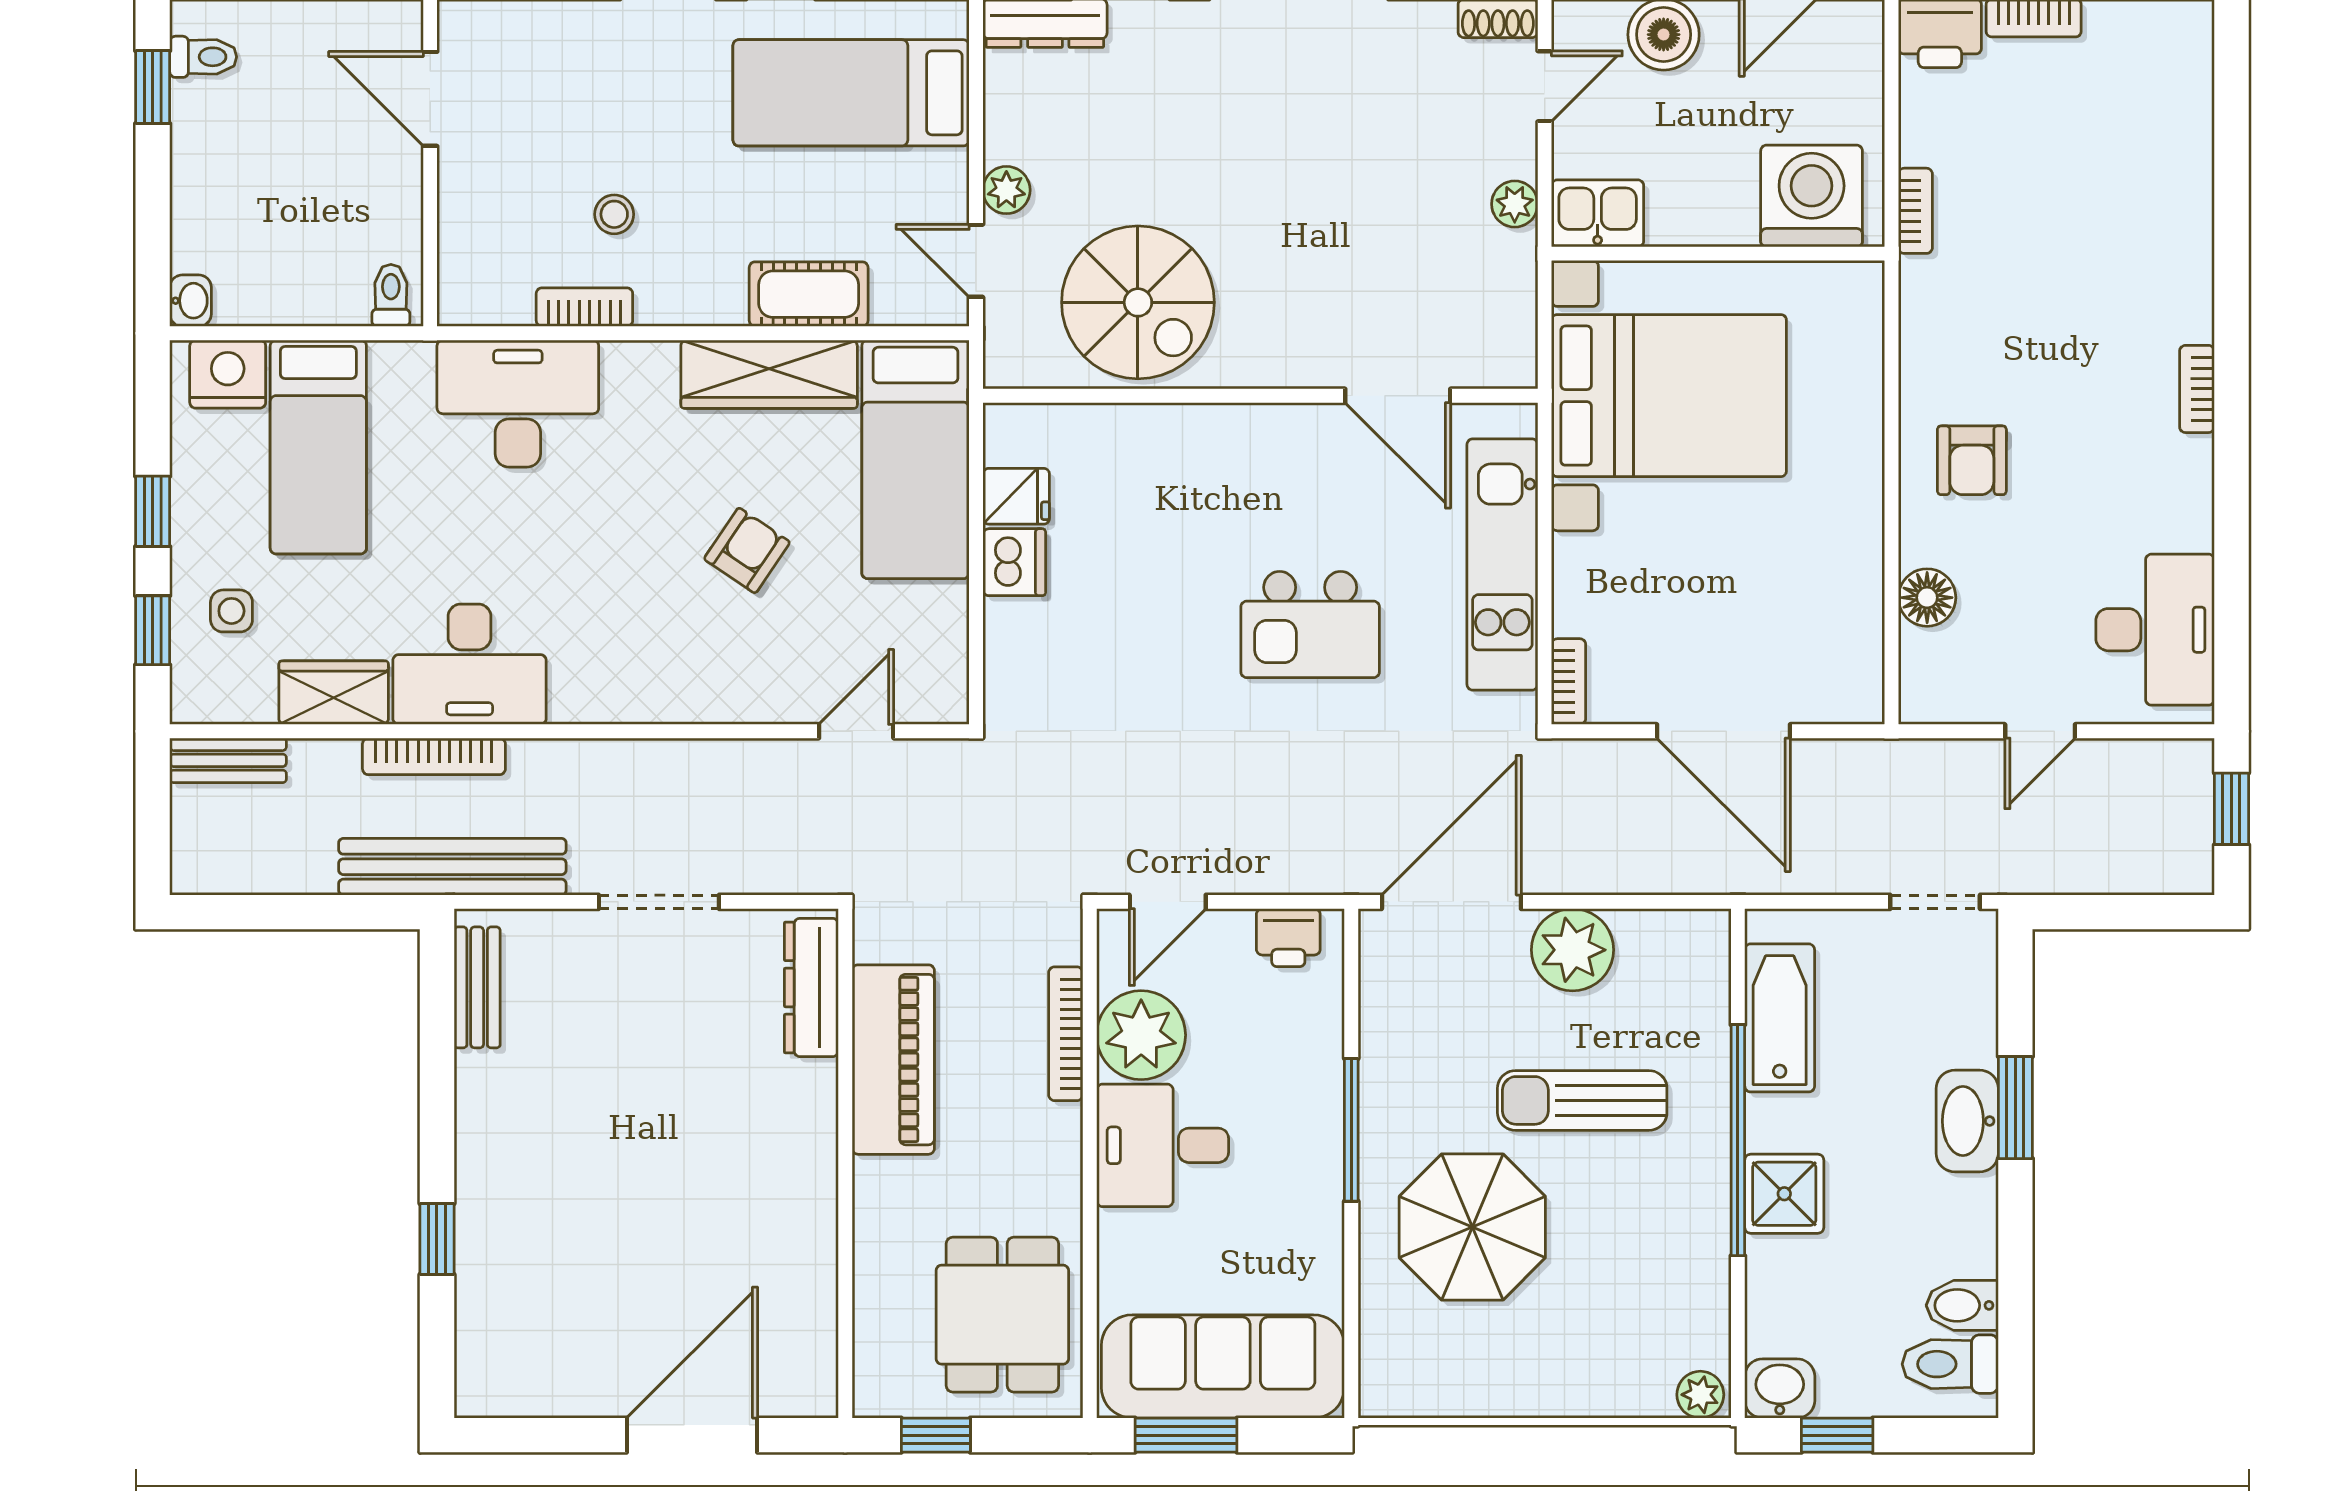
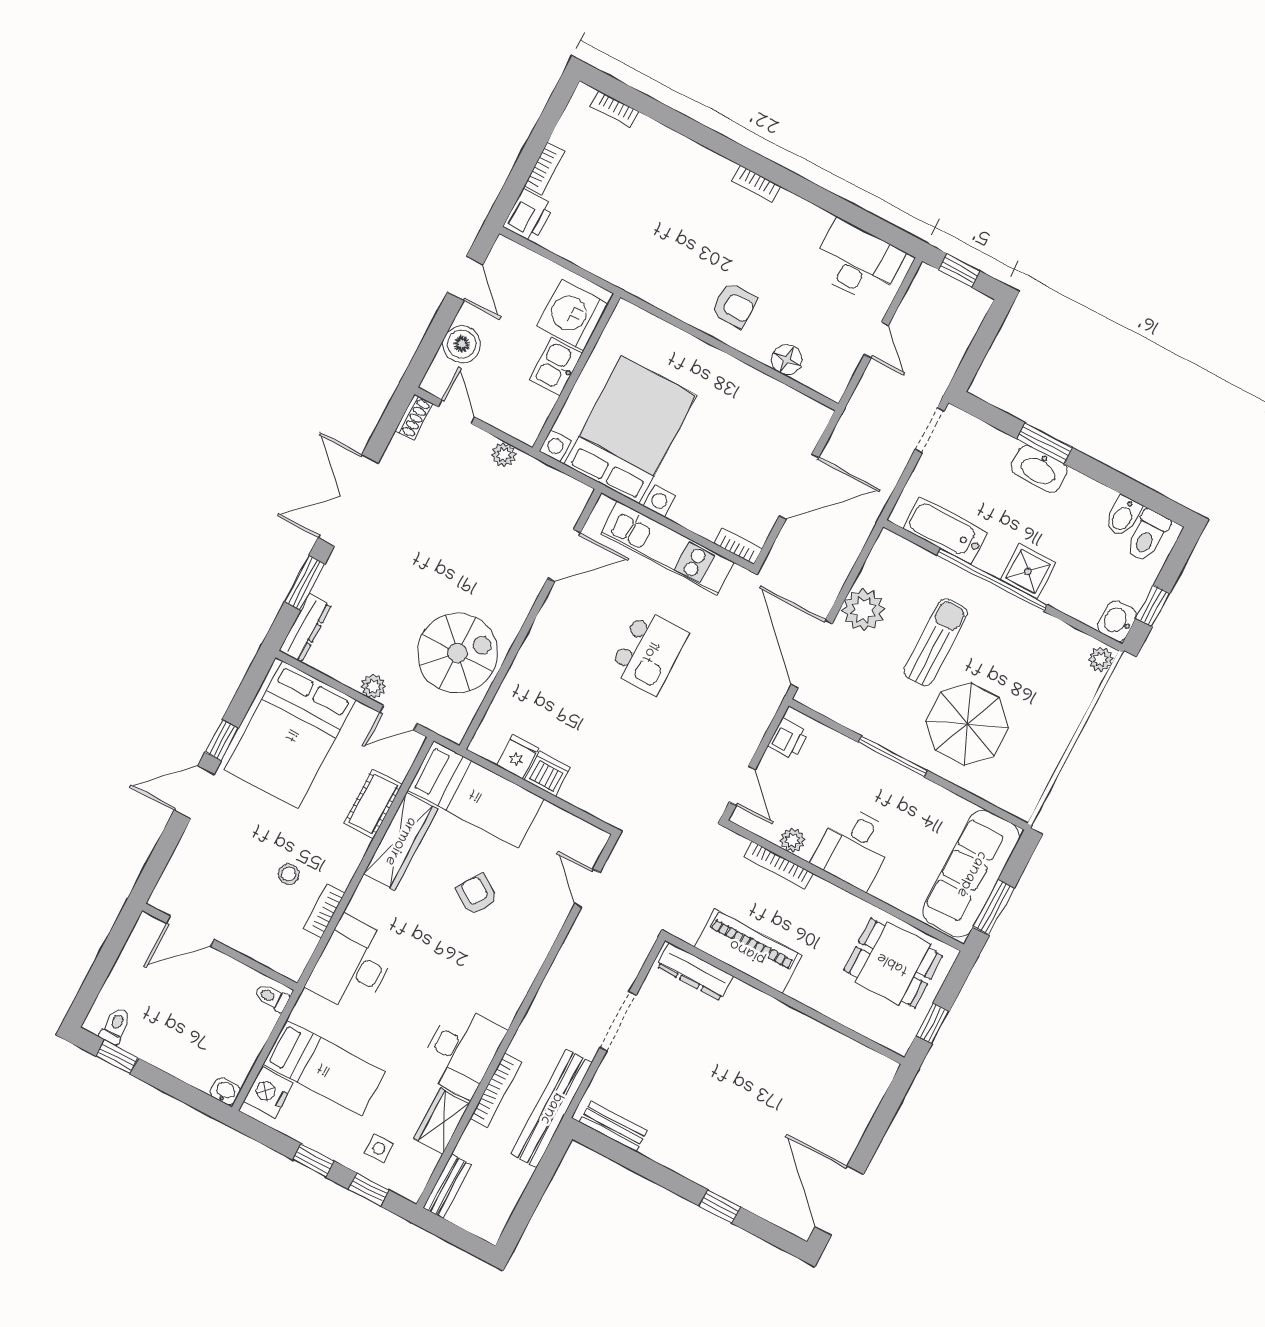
bed: (851, 93) -> (290, 735), width x1.50
bookcase: (1915, 211) -> (615, 109), moved, turned 180
kitchen sink: (1598, 213) -> (556, 366), moved
plant: (1141, 1035) -> (792, 840), width x0.53, depth x0.53
sun lounger: (1582, 1100) -> (936, 642), turned 180
door: (692, 1435) -> (839, 1201), moved

